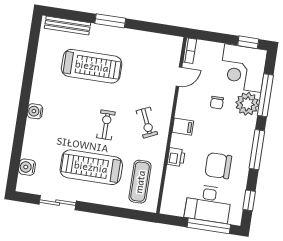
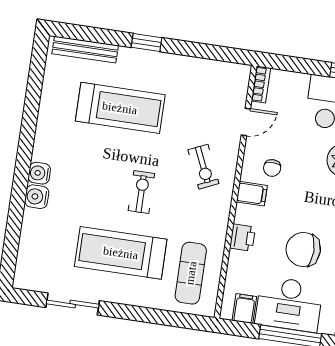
window: (110, 21) -> (146, 43), width x0.67
chair: (217, 103) -> (272, 168), moved
exercise bike: (147, 123) -> (203, 167), moved
water cooler: (27, 167) -> (37, 197), moved
filing cabinet: (177, 207) -> (244, 309), added

